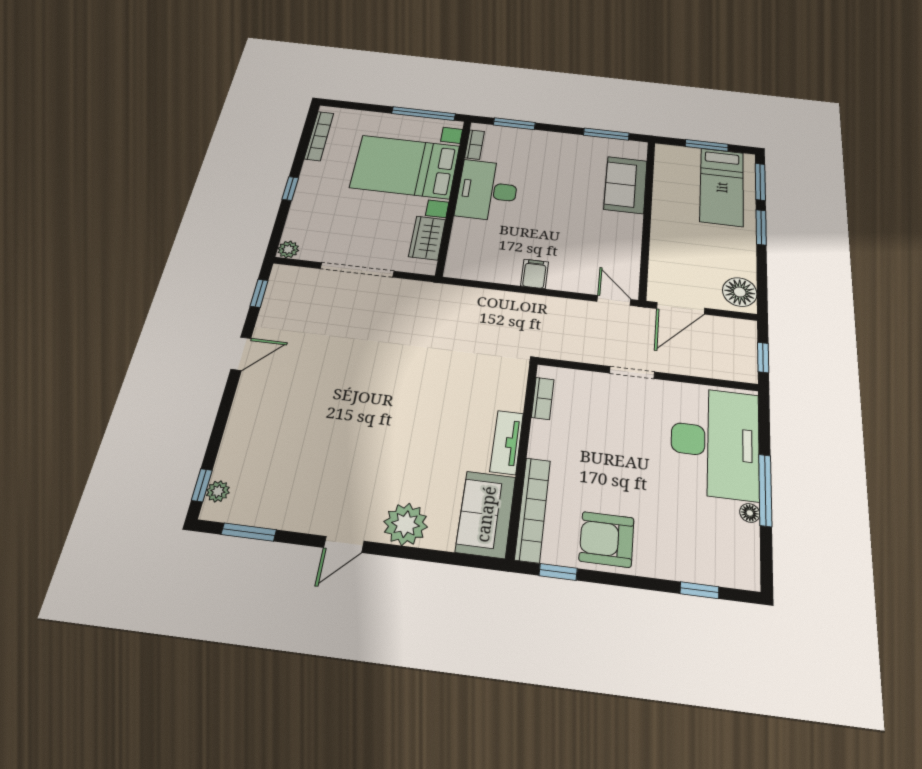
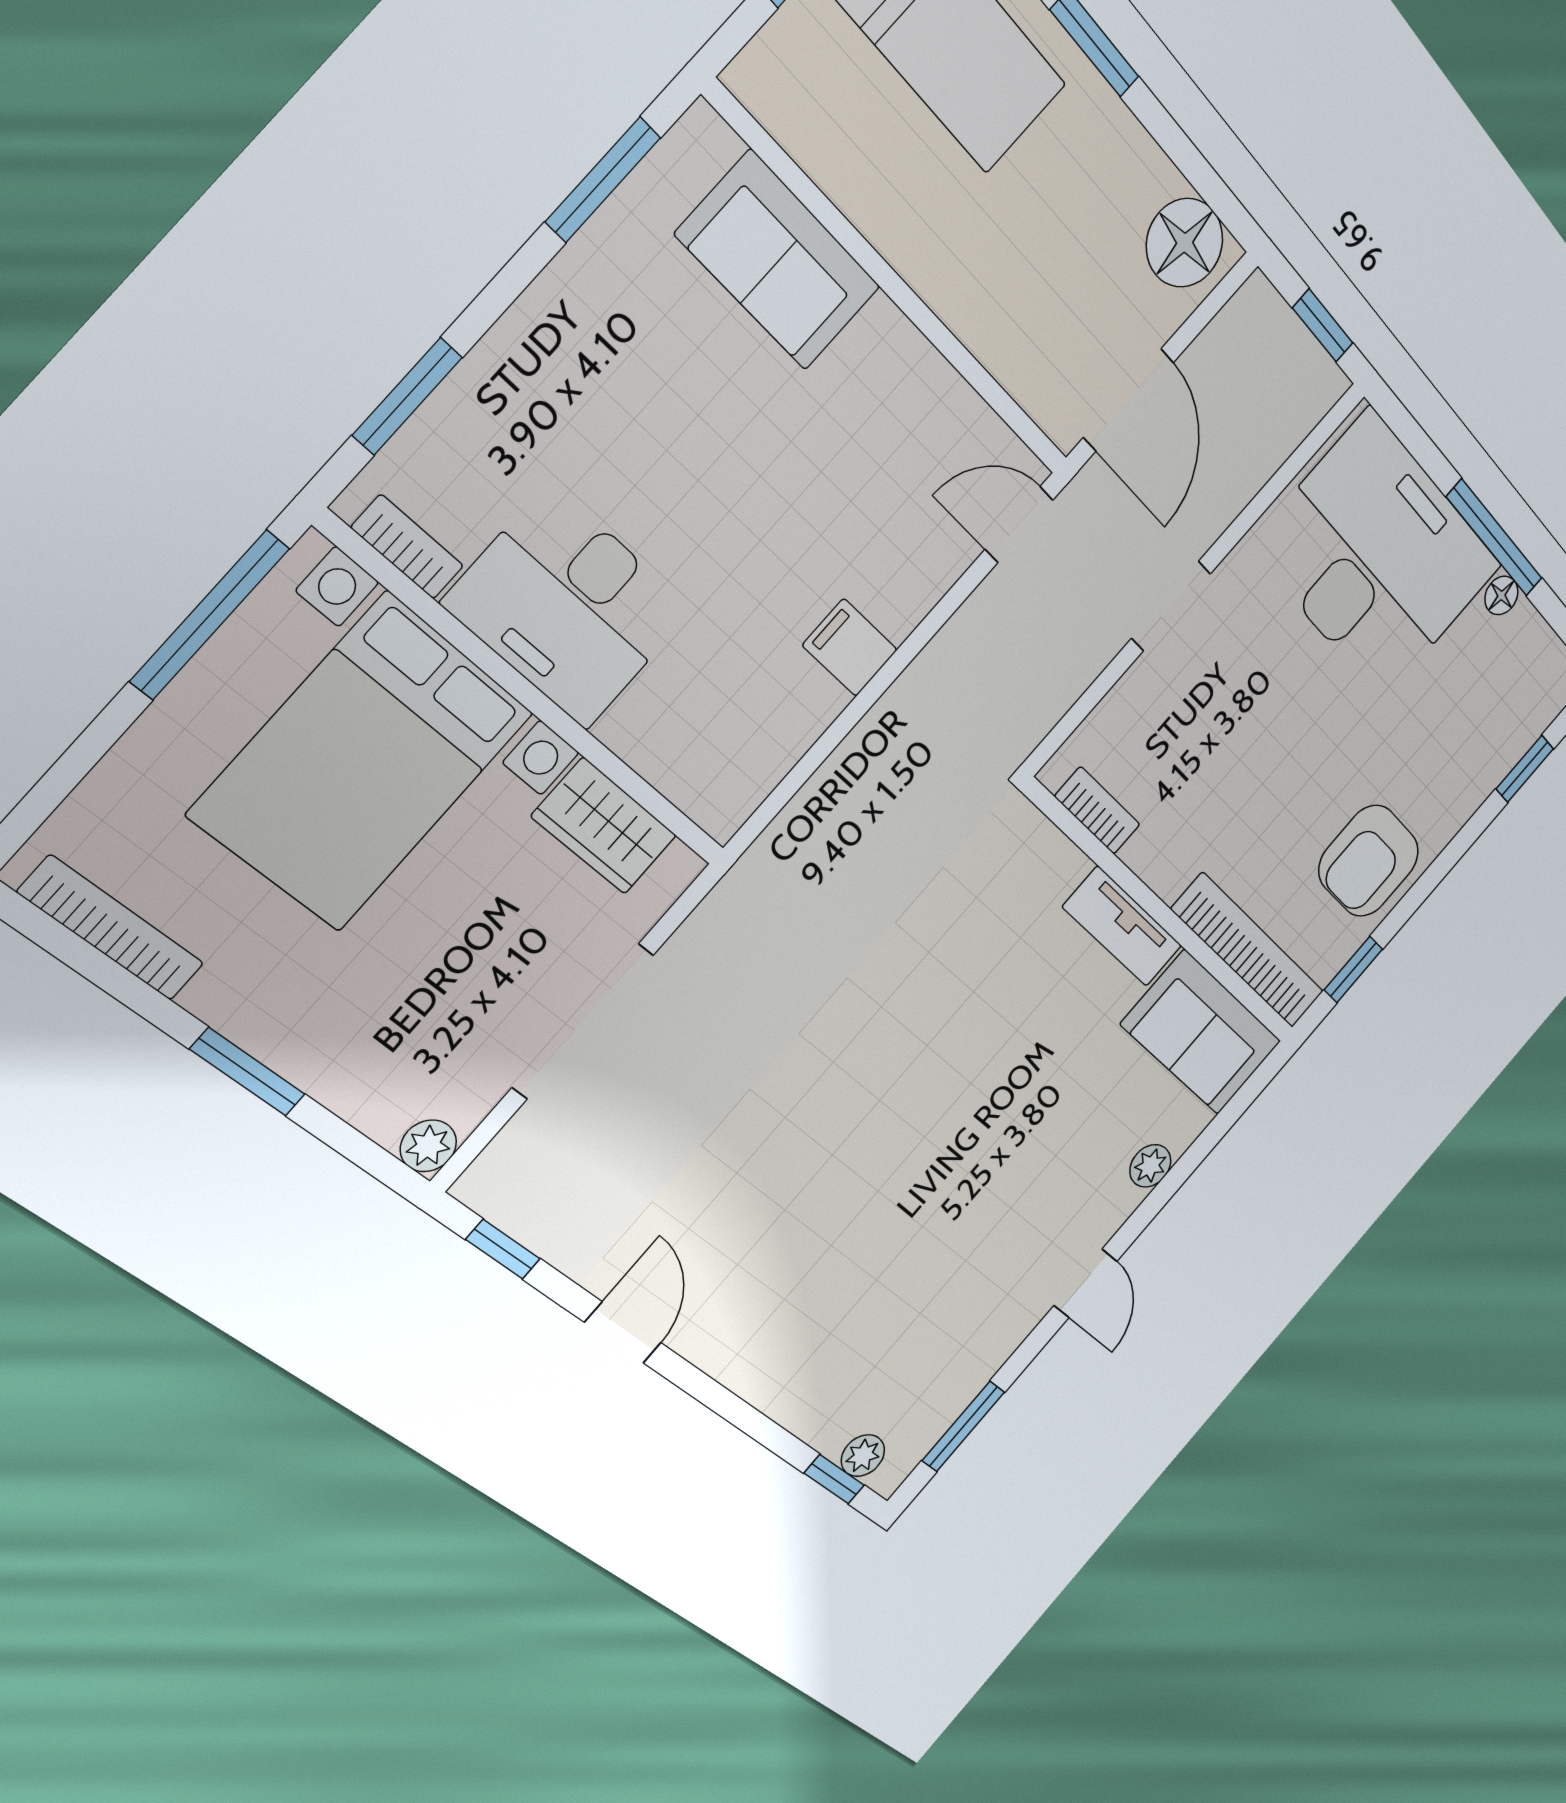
window: (290, 189) -> (248, 1072), width x1.50
plant: (406, 524) -> (1150, 1166), width x0.53, depth x0.53

